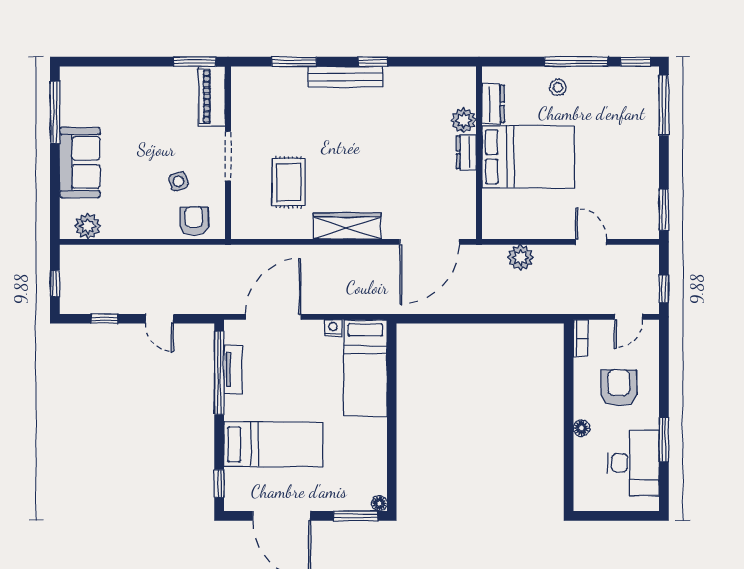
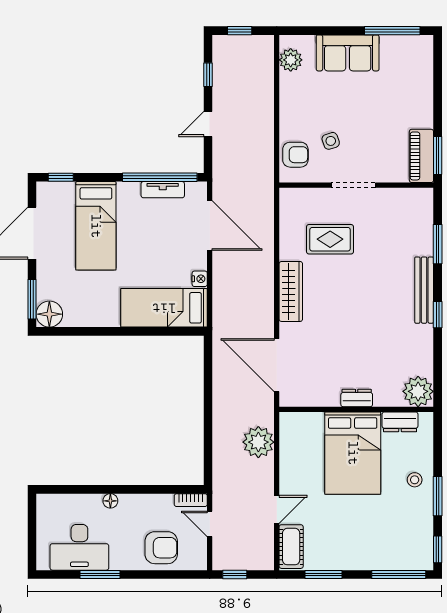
window: (576, 62) -> (438, 496), width x0.69
piano: (212, 96) -> (421, 156), moved, turned -90
plant: (464, 120) -> (418, 391), moved, width x1.36, depth x1.36
window: (664, 210) -> (323, 574), moved
cot: (633, 226) -> (291, 547), added
plant: (520, 258) -> (258, 442), width x1.36, depth x1.36
door: (629, 317) -> (210, 524), moved
armchair: (619, 388) -> (161, 548), moved
floor lamp: (379, 503) -> (49, 314), width x1.89, depth x1.89

